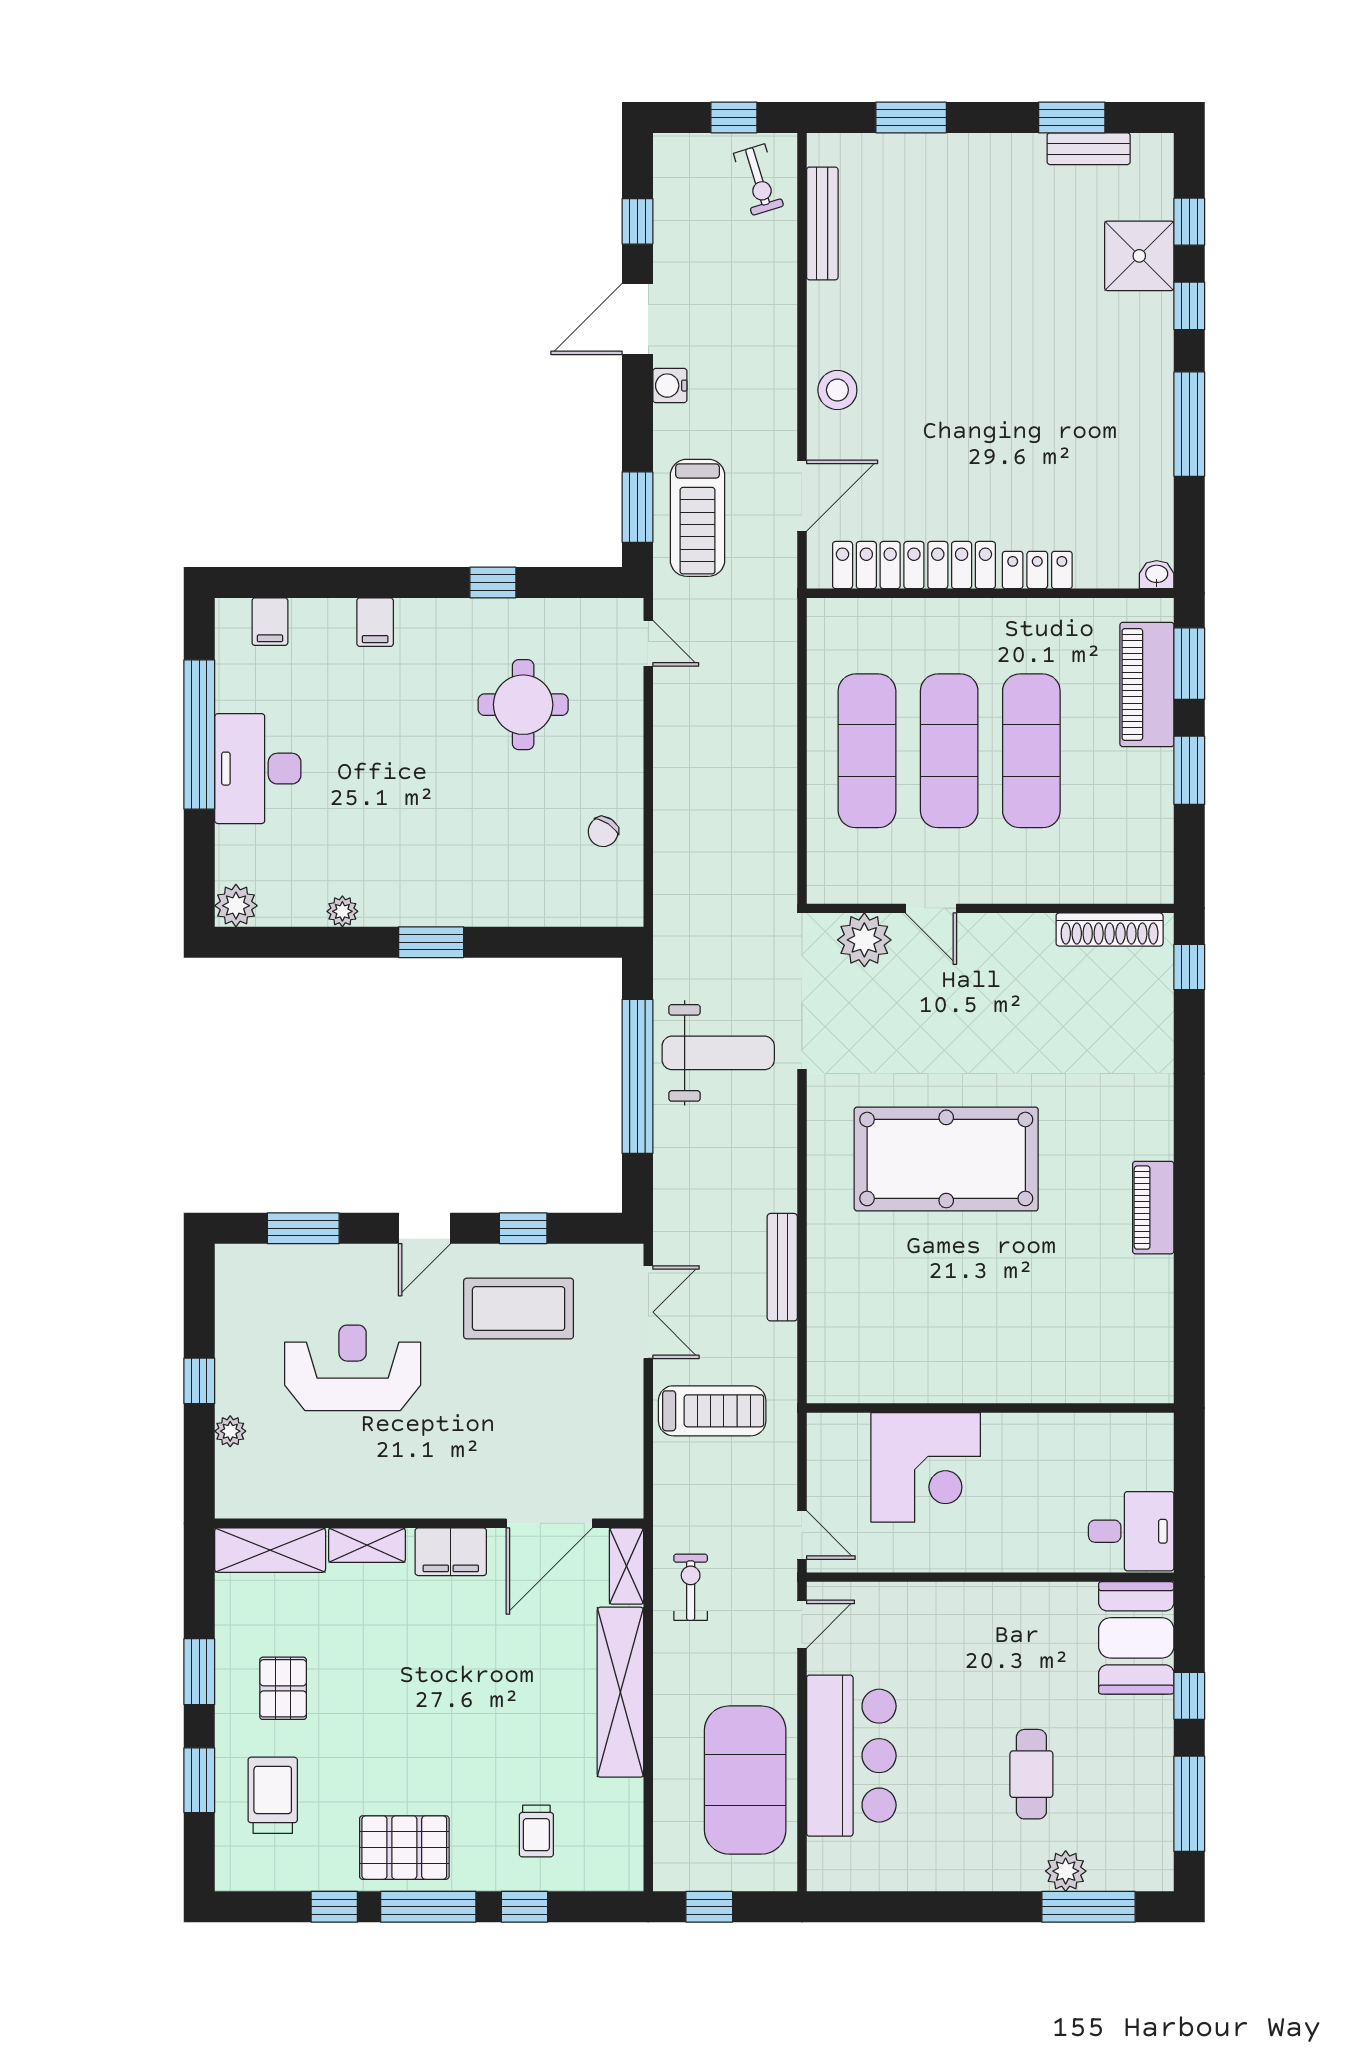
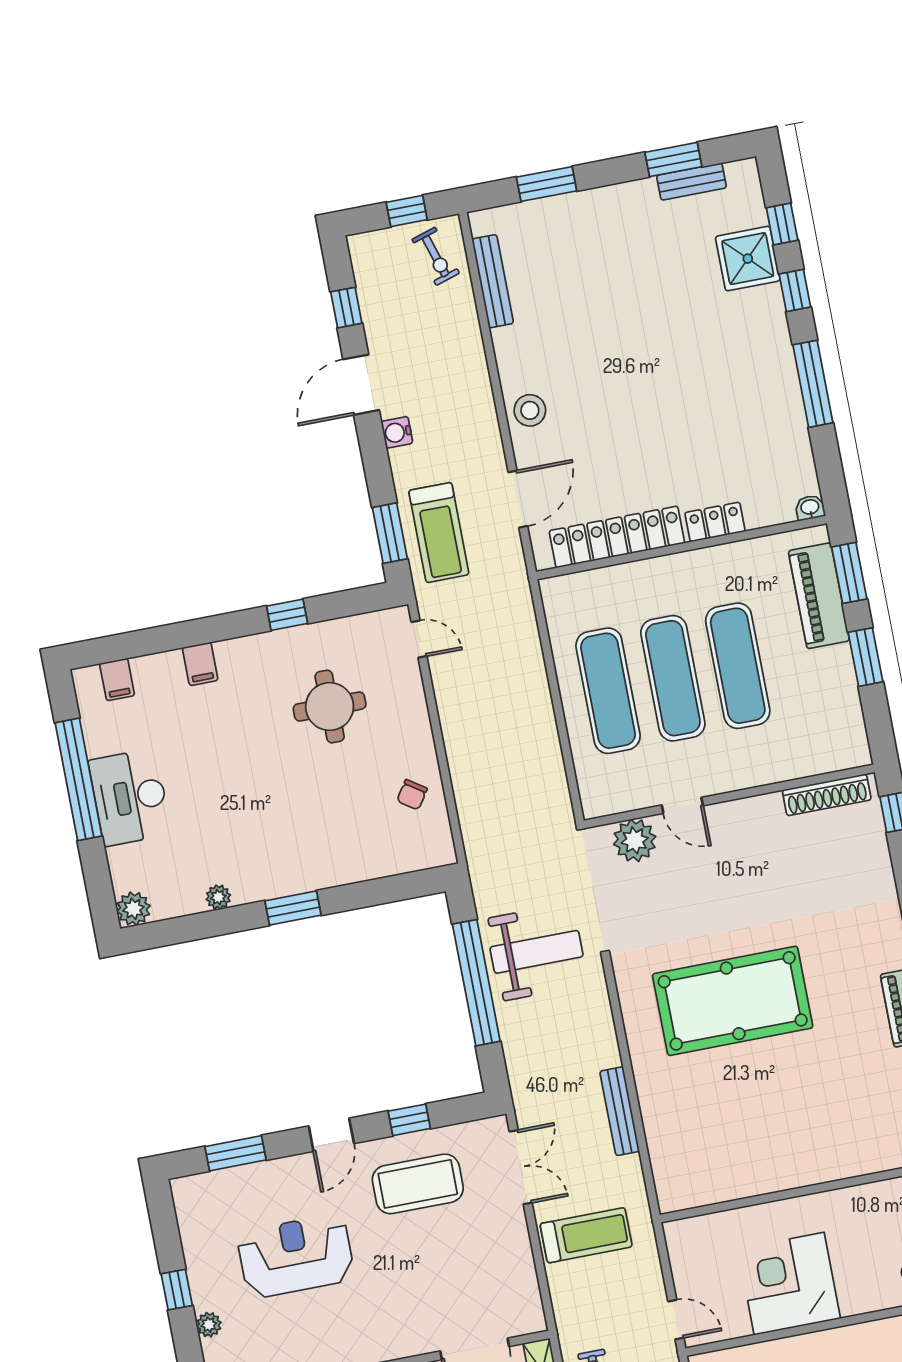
corner desk: (926, 1467) -> (789, 1284), moved, turned 180

